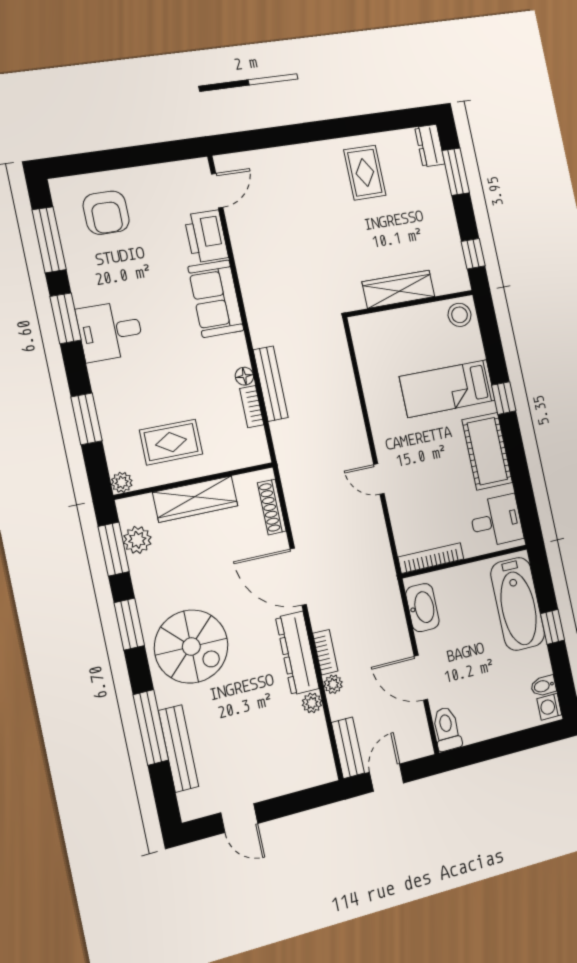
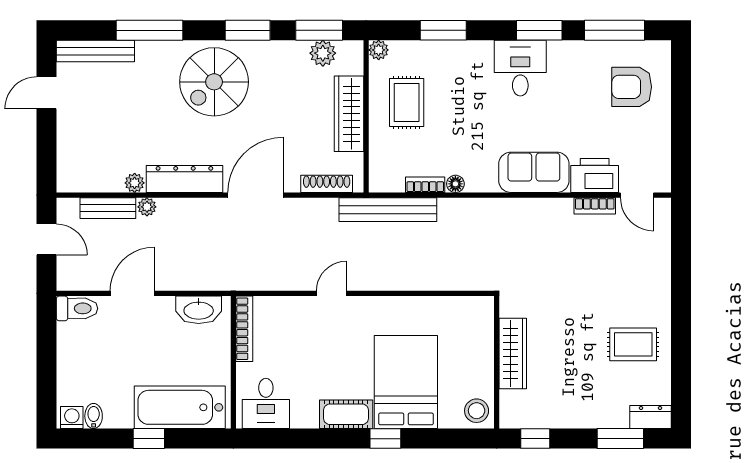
bench: (271, 384) -> (388, 210), moved, width x1.37, depth x1.21
bed: (447, 388) -> (406, 382), width x1.50
cot: (487, 451) -> (346, 414), width x0.73, depth x0.75
bookcase: (325, 652) -> (595, 206), moved
bench: (348, 748) -> (108, 208), moved
bench: (178, 749) -> (95, 51), moved

